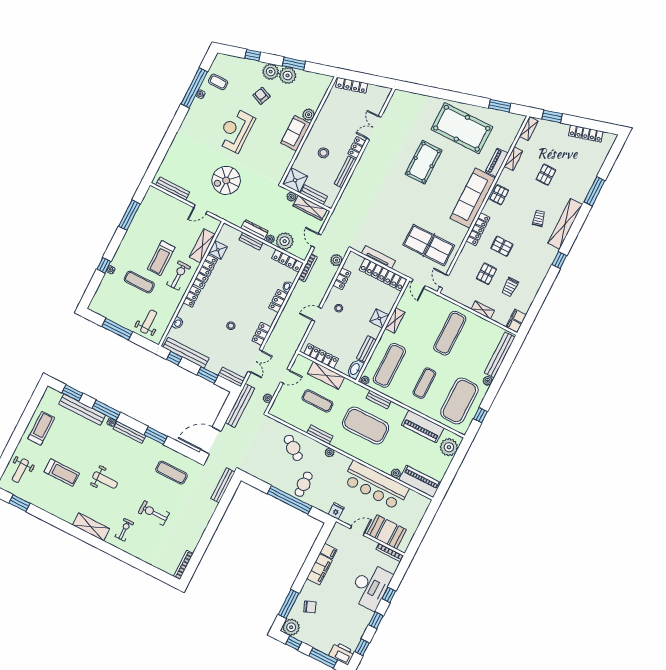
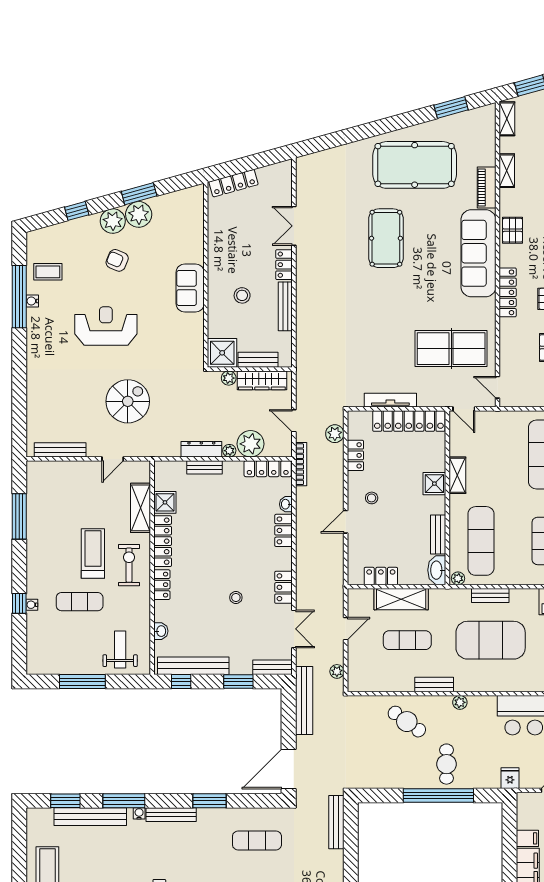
plant: (309, 115) -> (195, 253), removed
reception desk: (236, 130) -> (106, 326), turned 90
spiral stairs: (226, 180) -> (128, 401), turned 180
treadmill: (161, 258) -> (93, 553), turned 180
locker: (321, 356) -> (381, 576), width x0.66

